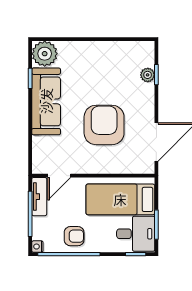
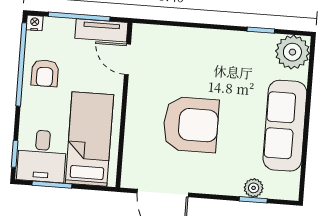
sofa: (46, 101) -> (285, 126), moved, turned 90

